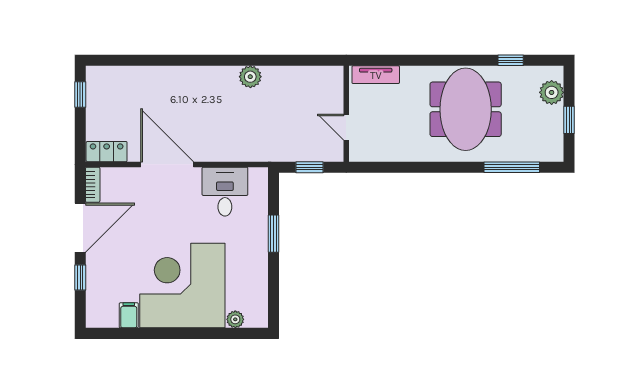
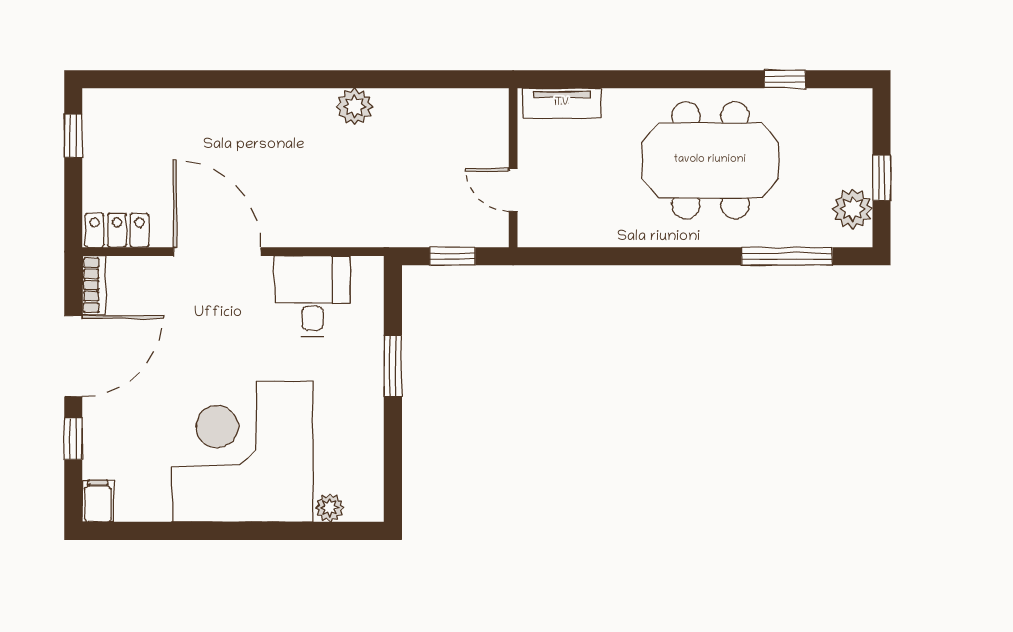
plant: (552, 92) -> (853, 209), moved
meeting table: (466, 109) -> (710, 160), turned 90
filing cabinet: (129, 315) -> (98, 501), moved

